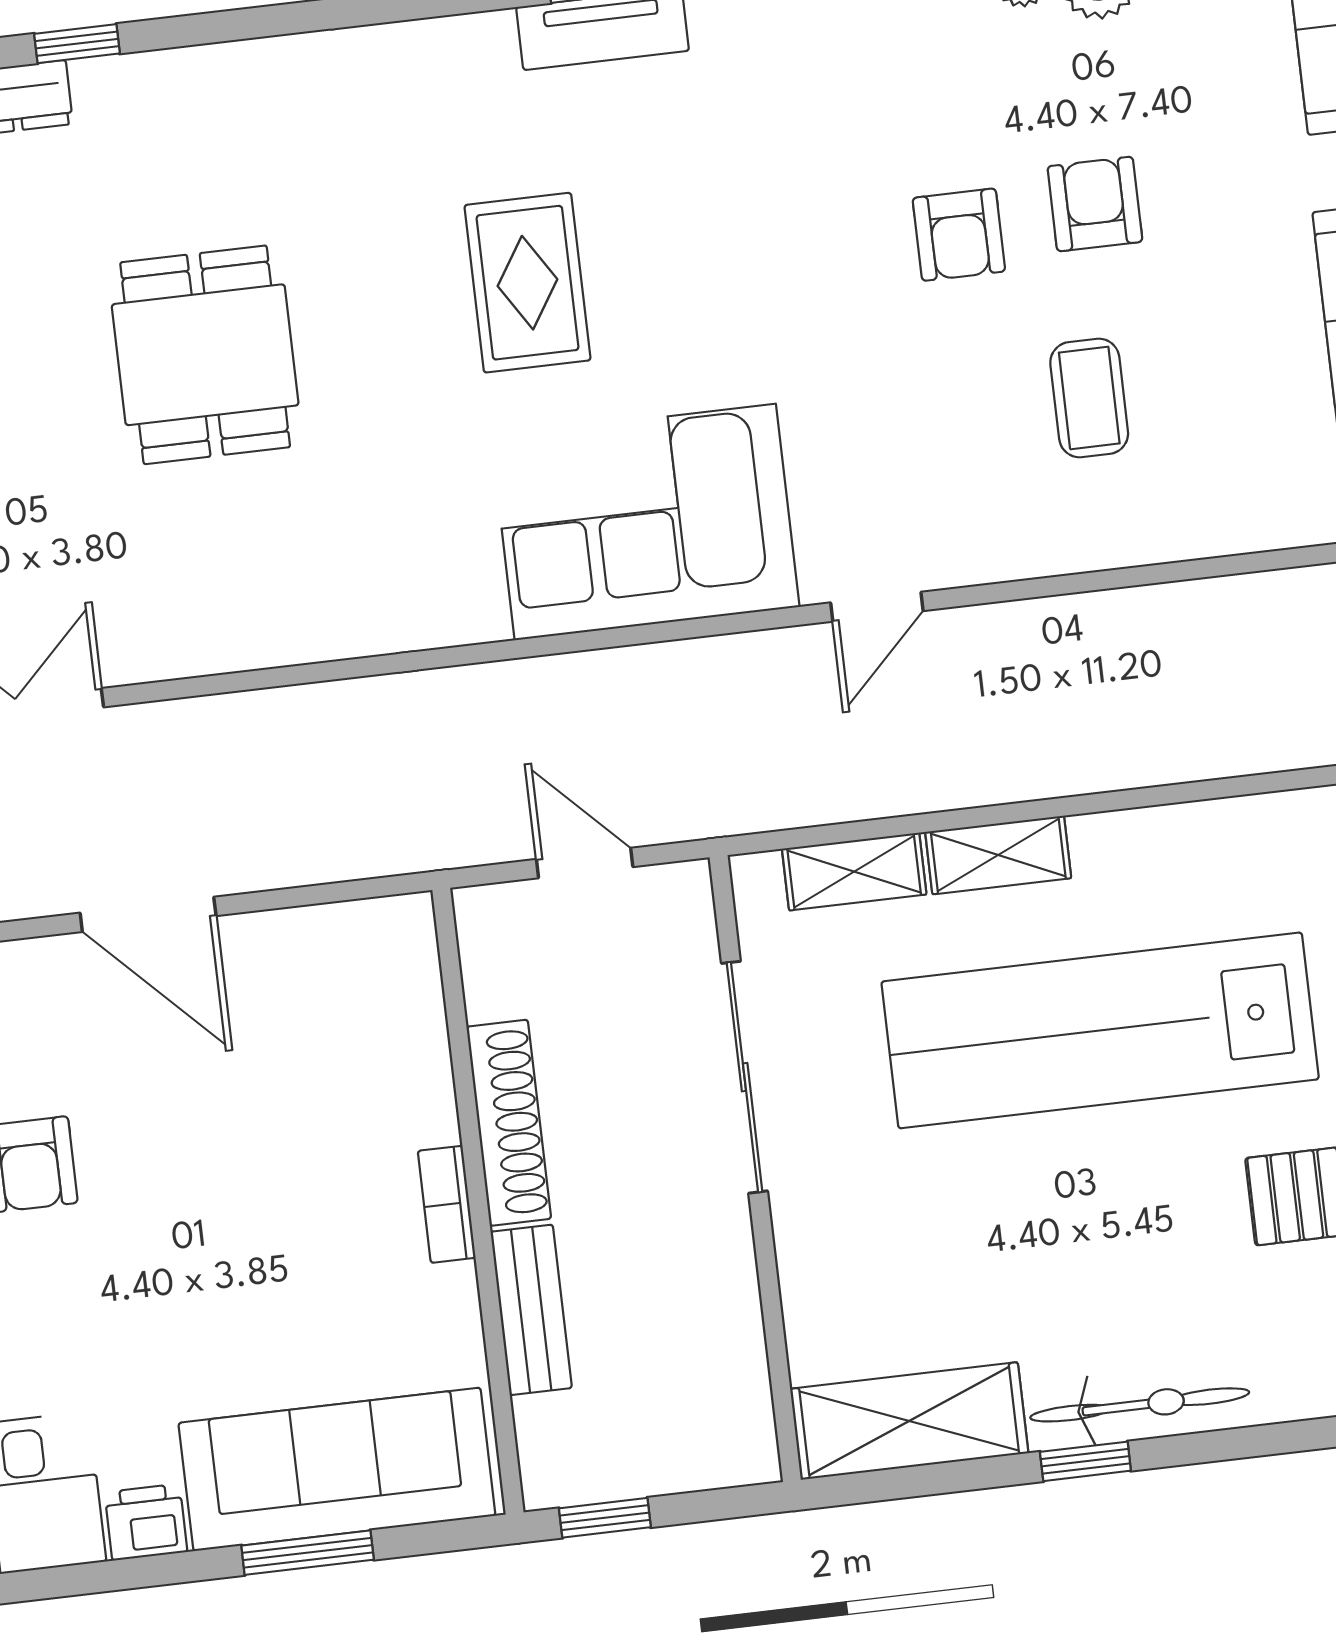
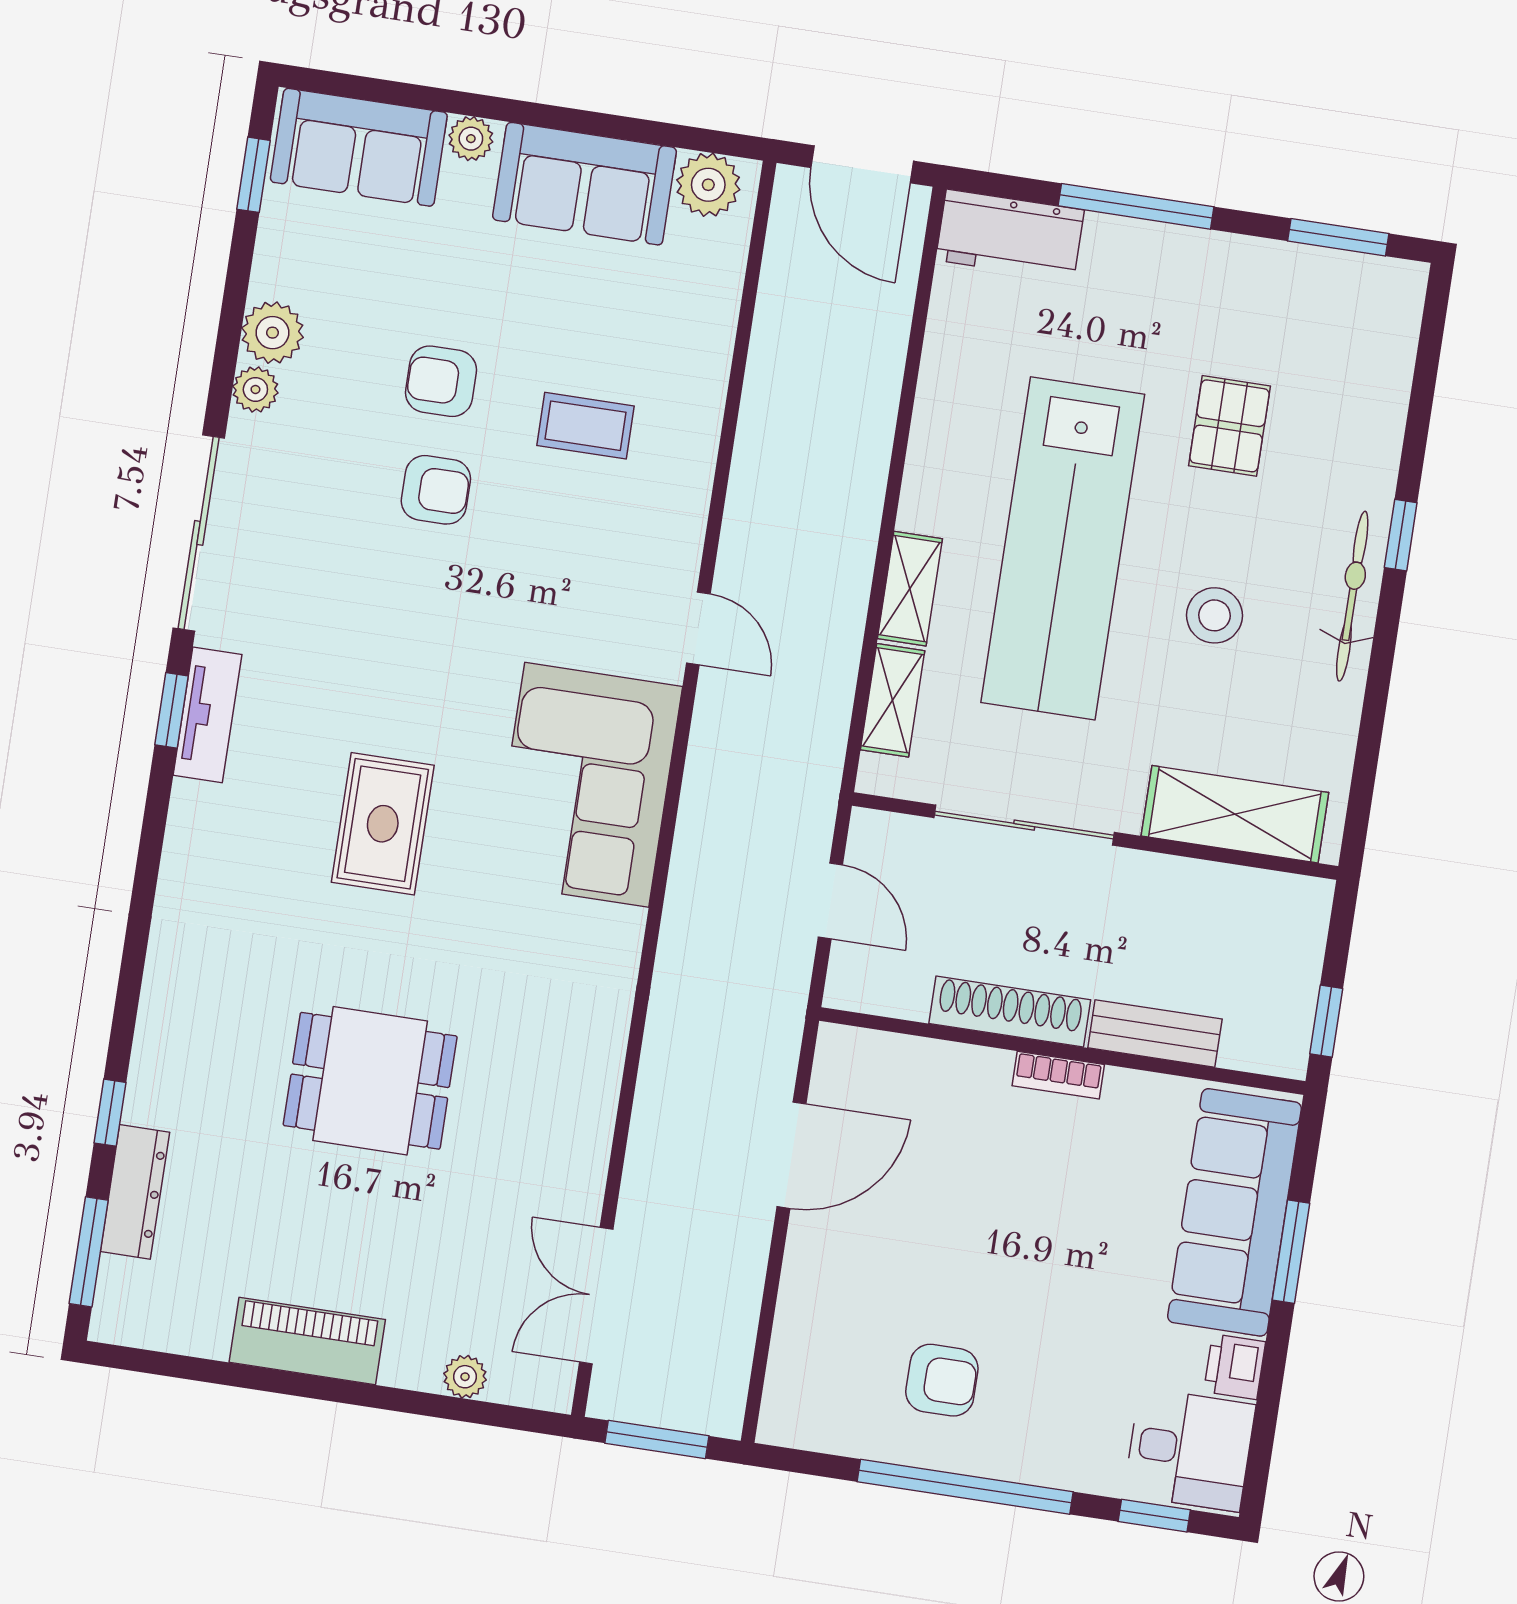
rug: (528, 283) -> (383, 824), turned 90
door: (585, 863) -> (830, 901), swing flipped
door: (148, 914) -> (791, 1155), moved
stool: (1069, 1241) -> (1214, 615), added
shelving: (909, 1421) -> (1235, 814), moved, turned 90
window: (1085, 1461) -> (1401, 535), moved

